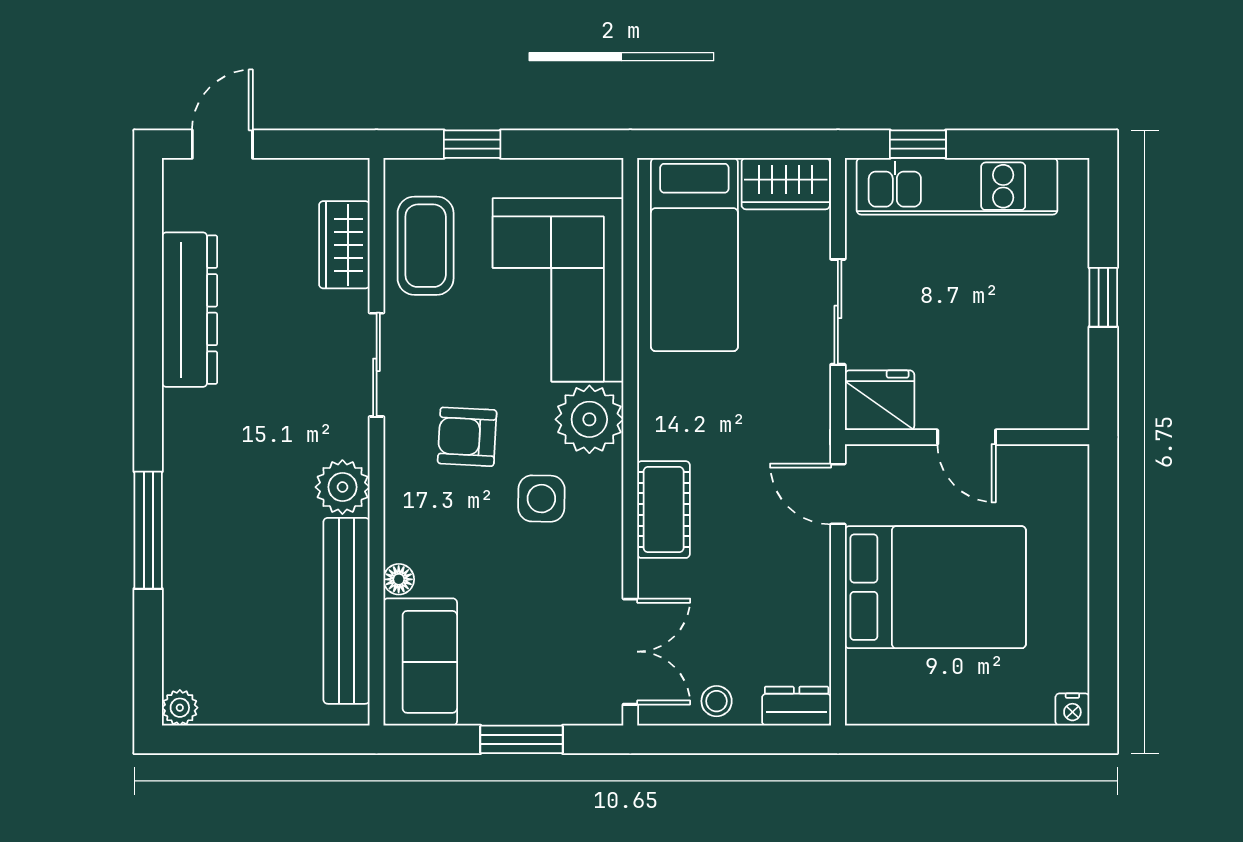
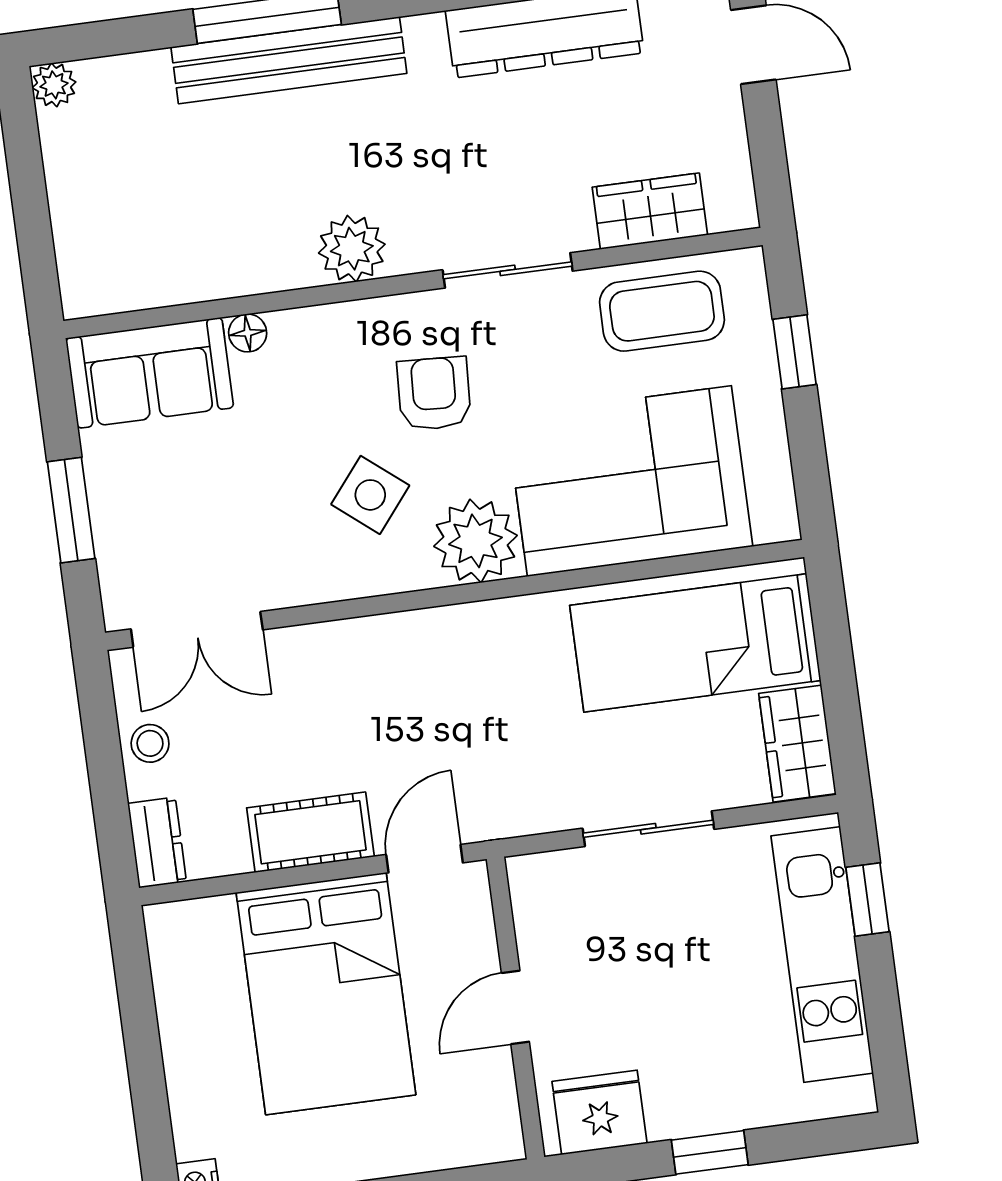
fridge: (880, 400) -> (599, 1112), moved, turned -90
side table: (541, 499) -> (370, 495), turned 38
cot: (664, 510) -> (310, 832), moved
bench: (346, 611) -> (289, 60), moved

